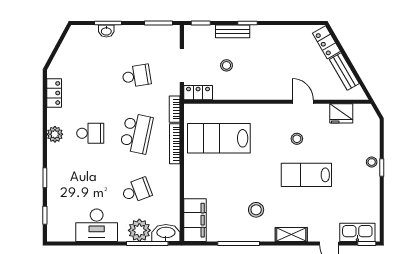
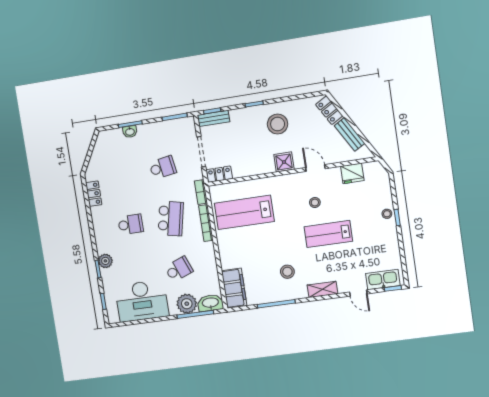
bench: (233, 31) -> (214, 118), moved
stool: (227, 65) -> (278, 124), moved, width x1.89, depth x1.89
shower: (270, 90) -> (284, 162), added
plant: (55, 134) -> (105, 261), moved
desk: (97, 225) -> (142, 301), width x1.36, depth x1.30

